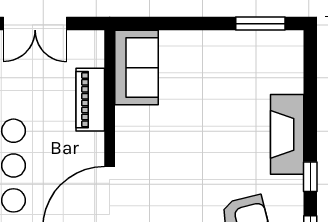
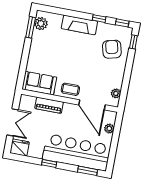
plant: (274, 45) -> (41, 24), added
coffee table: (136, 141) -> (70, 89), added

